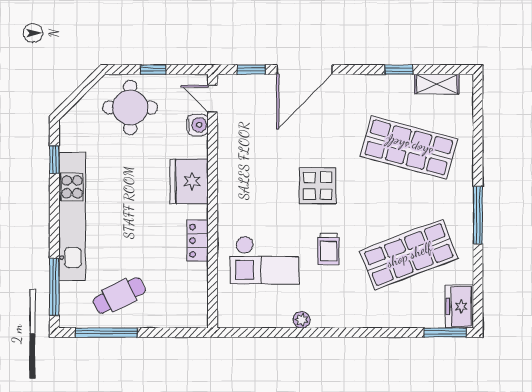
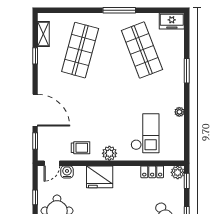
display table: (318, 186) -> (102, 103), removed
plant: (230, 199) -> (109, 153), added
locker: (198, 241) -> (152, 172), moved
trolley: (328, 249) -> (81, 148), moved
plant: (197, 317) -> (178, 172), added
window: (182, 333) -> (187, 181), added
window: (445, 333) -> (187, 71), moved

